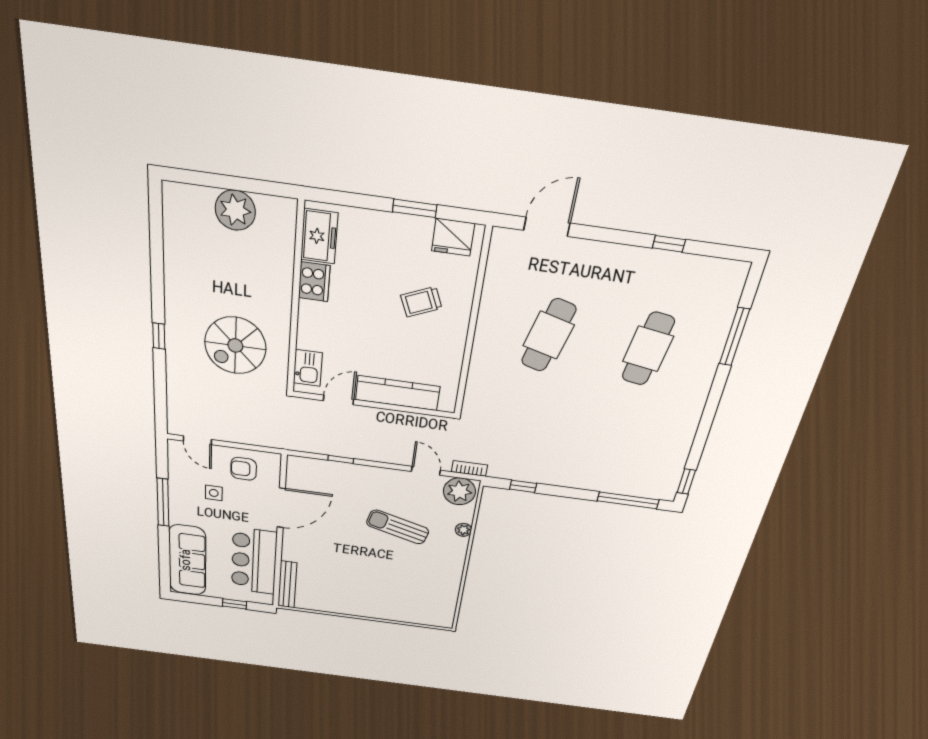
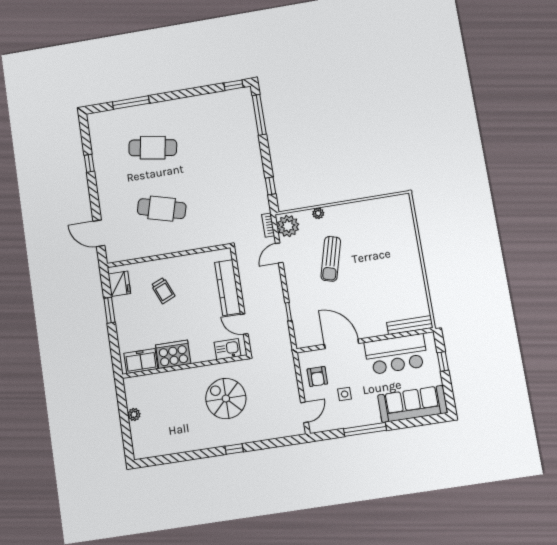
plant: (235, 210) -> (134, 414), width x0.53, depth x0.53
cooker: (314, 282) -> (173, 354), width x1.37, depth x1.31
spiral stairs: (235, 346) -> (226, 398), turned 180

